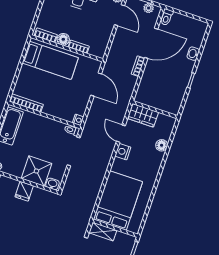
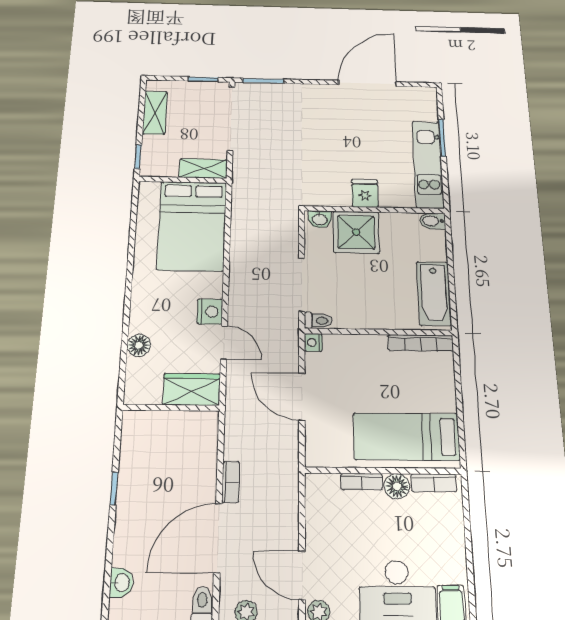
washbasin: (193, 54) -> (121, 583), moved
door: (96, 84) -> (302, 396), moved

